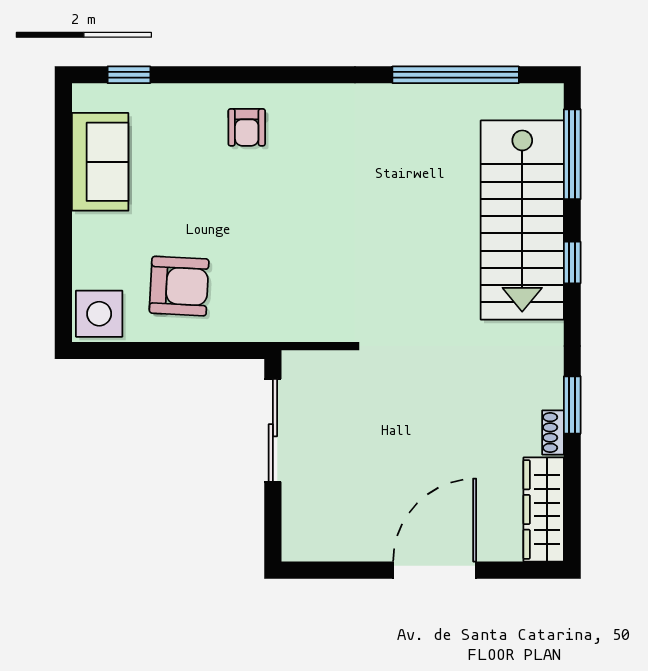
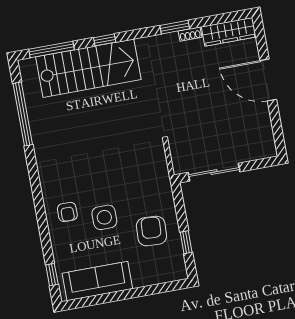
armchair: (247, 127) -> (67, 212), turned 90
sofa: (100, 162) -> (97, 281), width x1.36
side table: (99, 314) -> (104, 217), moved
window: (145, 350) -> (186, 242), added

